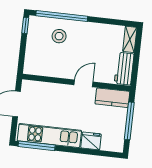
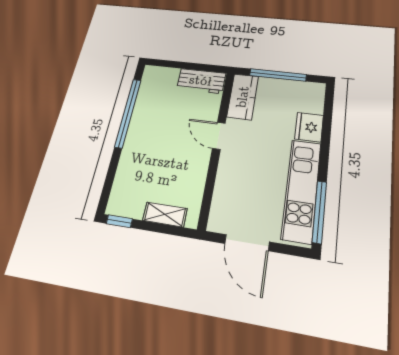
window: (62, 16) -> (128, 113), moved
stool: (59, 36) -> (143, 169), removed
shelving: (130, 39) -> (165, 214), moved

